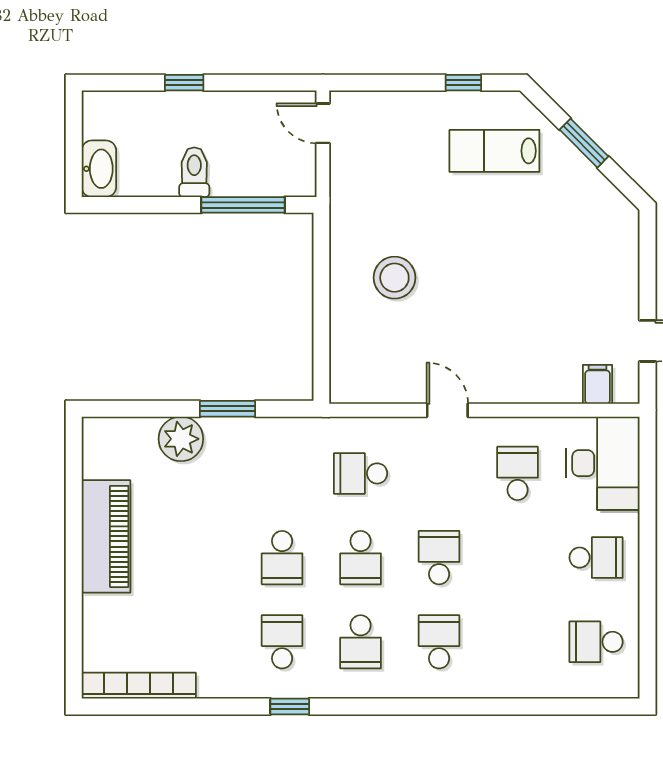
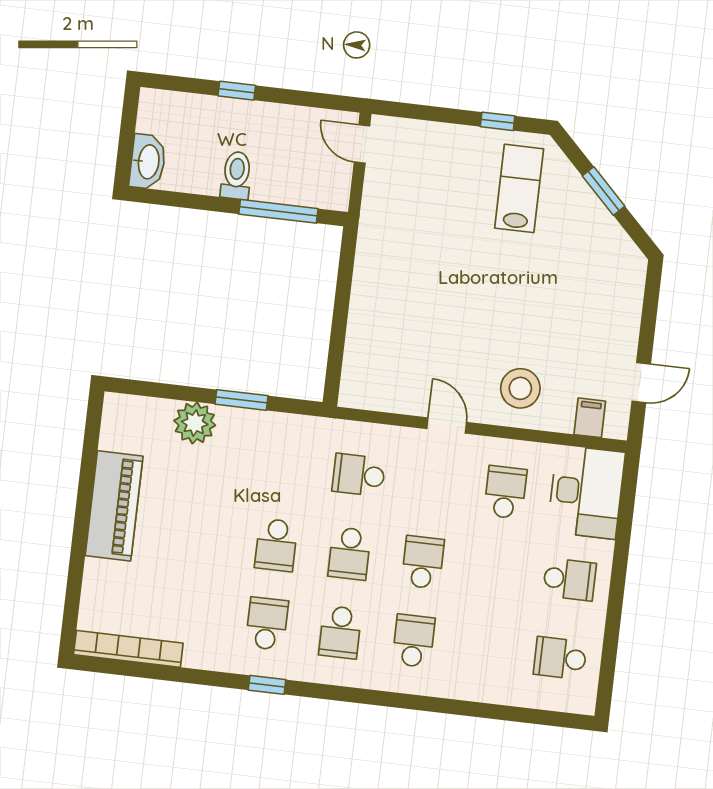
lab bench: (494, 151) -> (519, 188), turned 90
stool: (394, 278) -> (520, 388), moved

